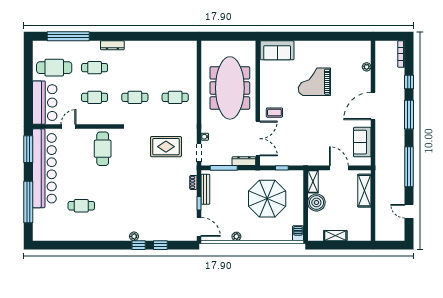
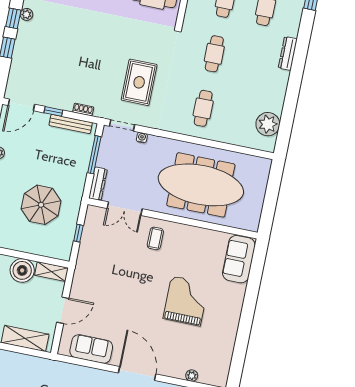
dresser: (112, 45) -> (288, 53), moved
plant: (177, 49) -> (268, 124), added
double door: (258, 139) -> (125, 209), width x0.73
parasol: (267, 199) -> (41, 205), width x0.73, depth x0.73

